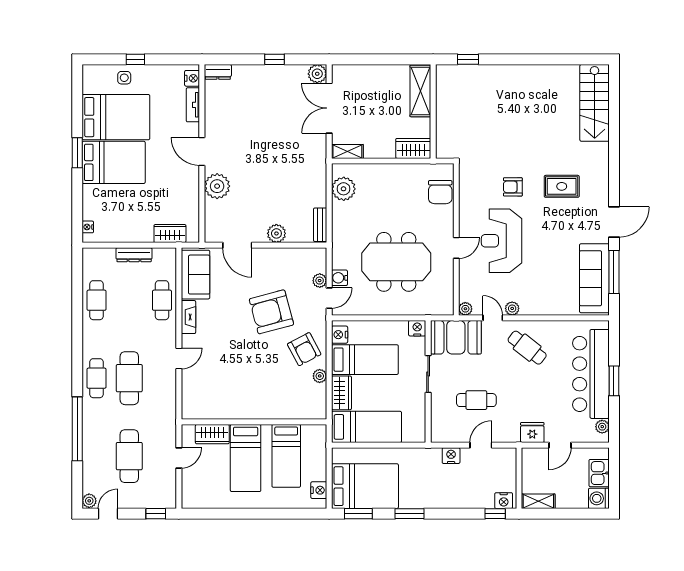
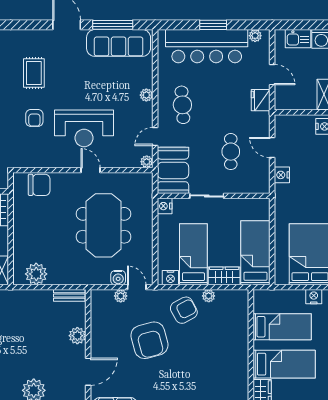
plant: (512, 308) -> (146, 95), moved
cafe table: (527, 348) -> (182, 105), turned -42

